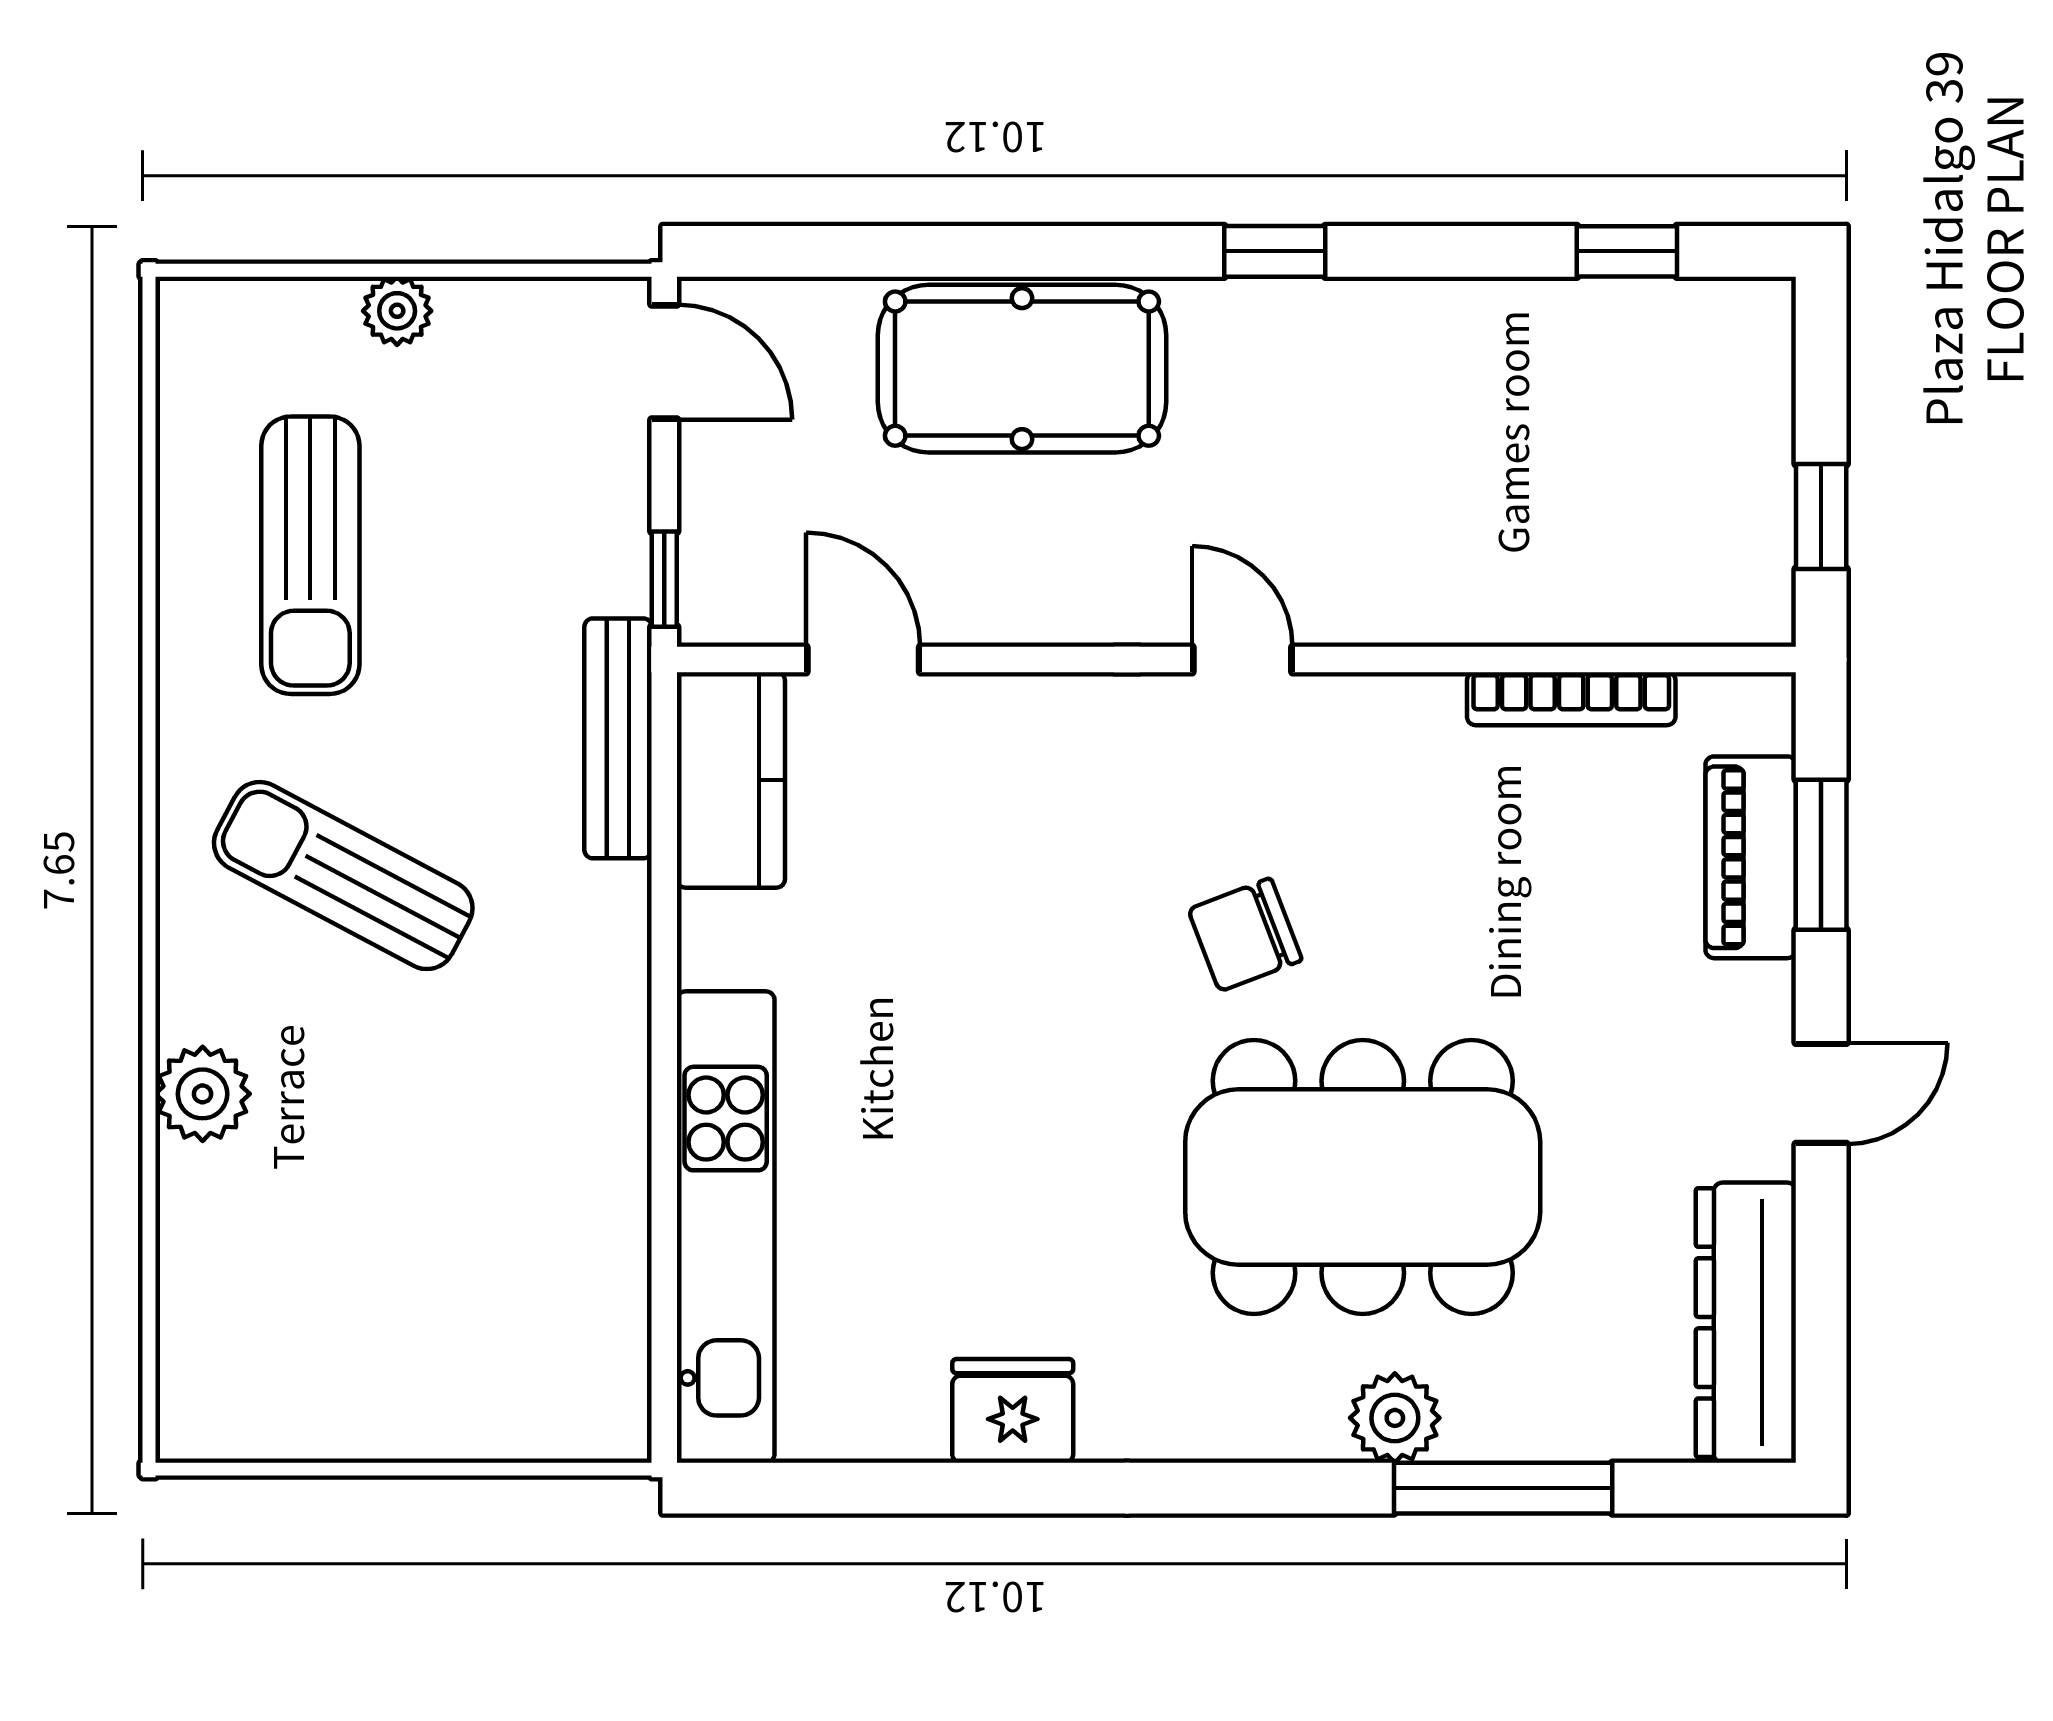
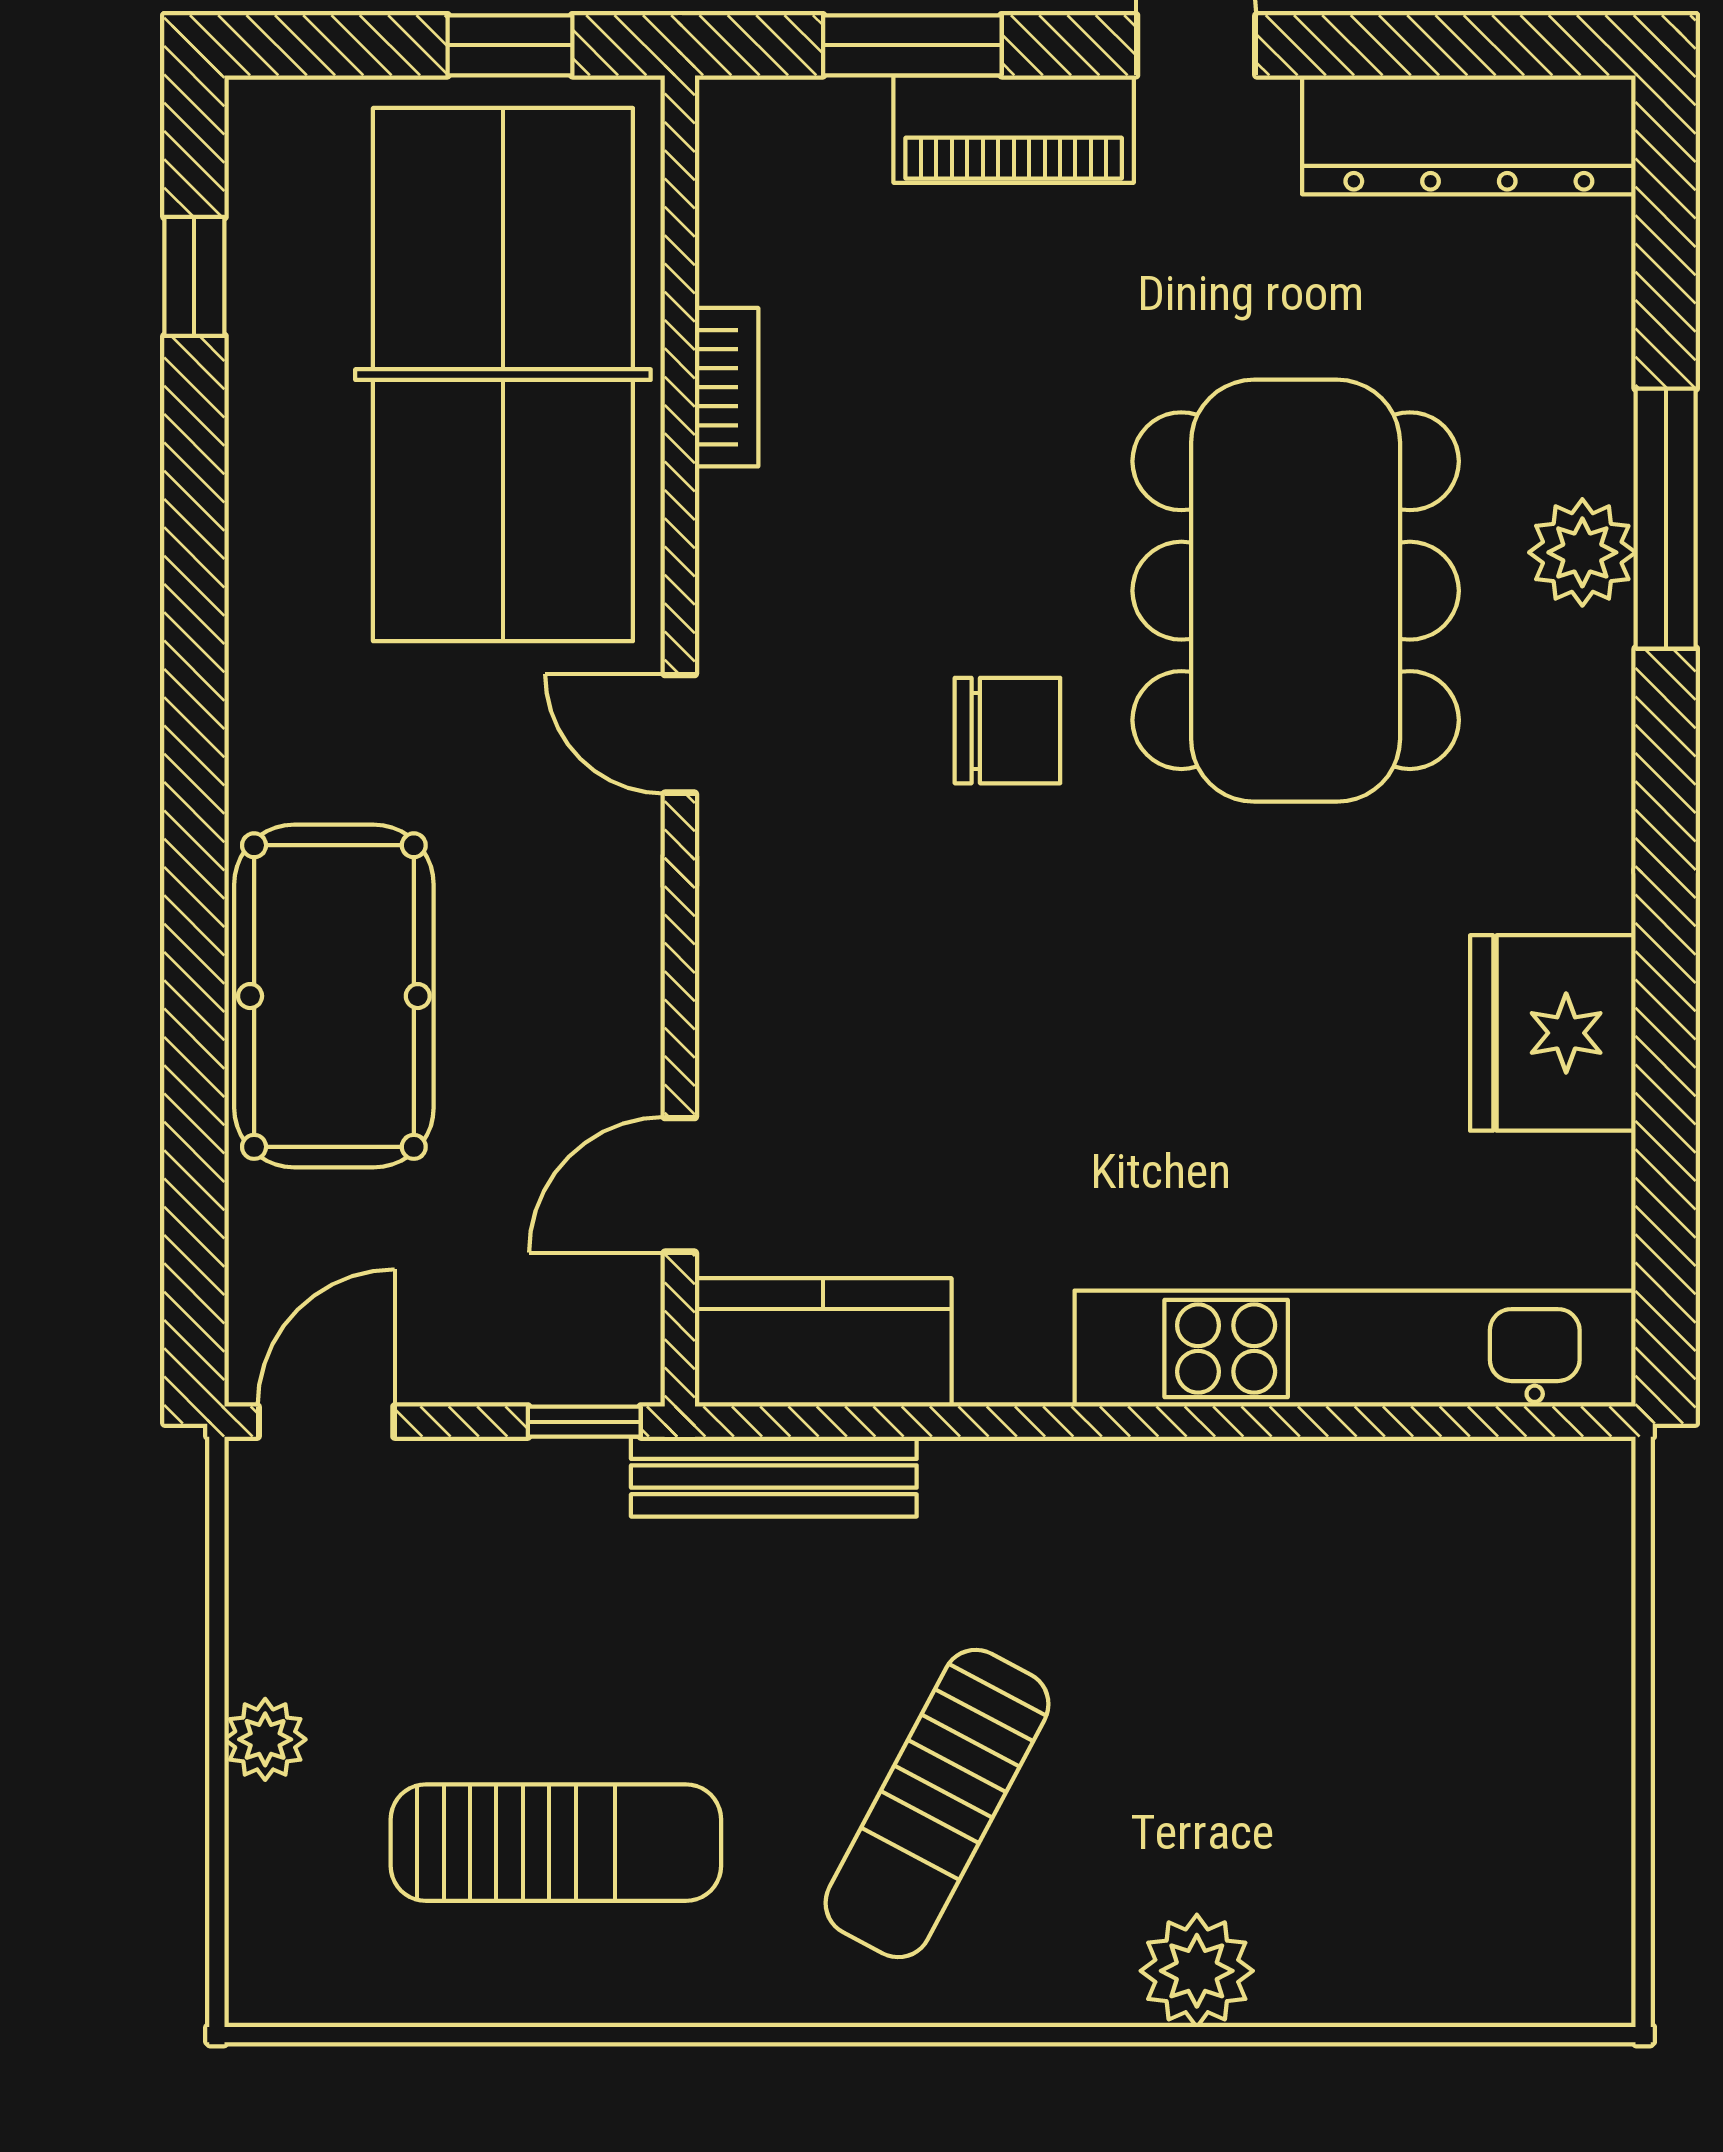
window: (1275, 251) -> (194, 695), removed
table tennis table: (1544, 511) -> (503, 375), added
door: (1242, 659) -> (680, 734), hinge flipped
bookcase: (1571, 699) -> (727, 387), width x0.64
piano: (1751, 857) -> (1014, 129), moved
chair: (1245, 935) -> (1007, 731), turned -69
fridge: (1013, 1411) -> (1553, 1033), width x1.36, depth x1.34
window: (1503, 1488) -> (1666, 519), moved

